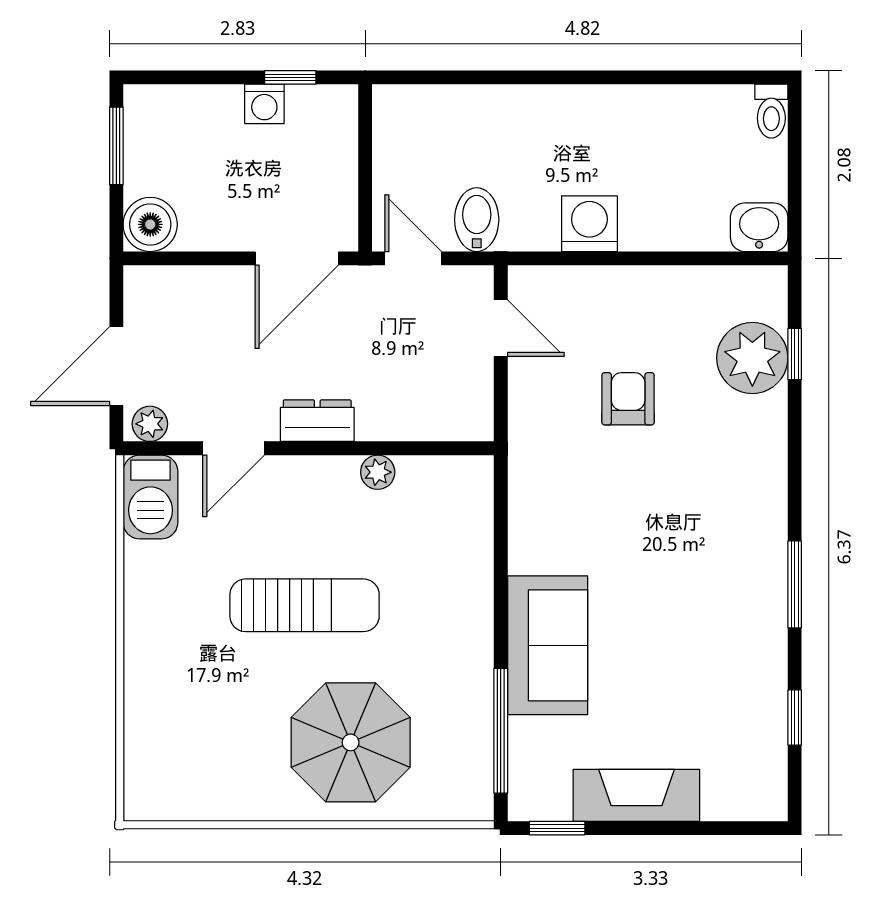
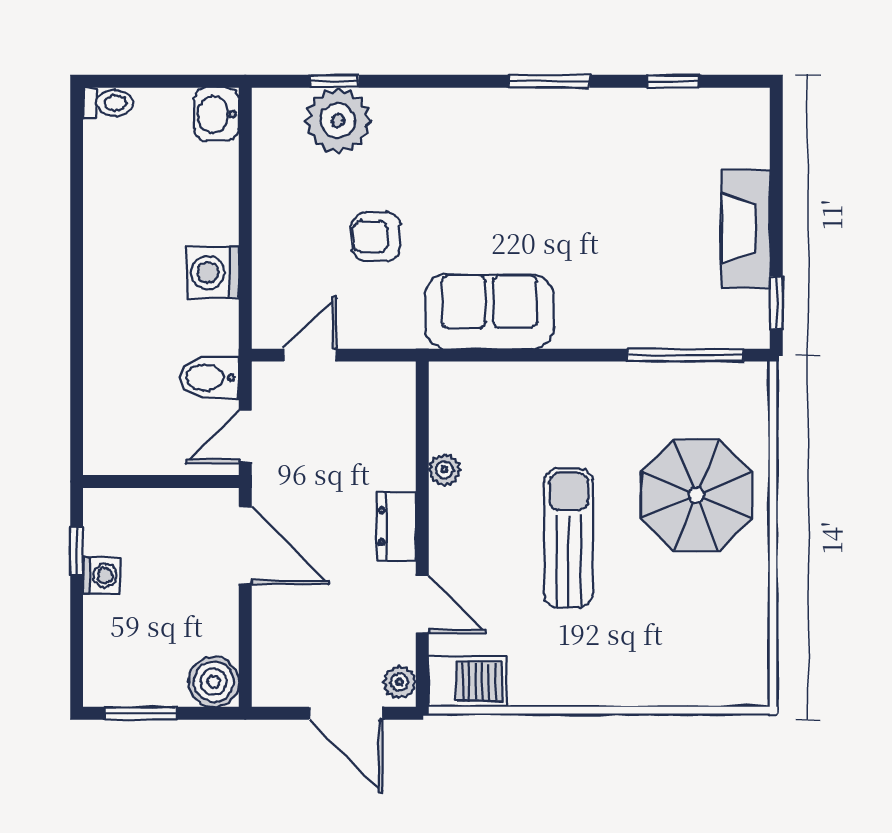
sofa: (548, 645) -> (489, 311), moved

